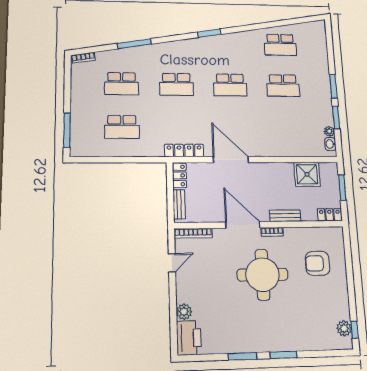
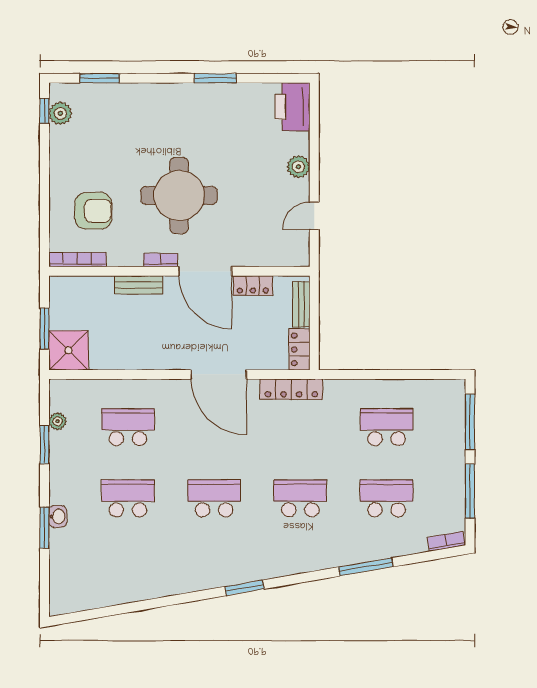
school desk: (280, 45) -> (128, 427), moved
window: (333, 86) -> (44, 528), moved
window: (67, 88) -> (470, 491), added
washbasin: (330, 144) -> (58, 516), moved
shower: (307, 174) -> (68, 350), moved
locker: (330, 215) -> (253, 286), moved
bookcase: (193, 233) -> (77, 260), moved
plant: (184, 312) -> (298, 167), moved
window: (283, 355) -> (100, 78), moved

